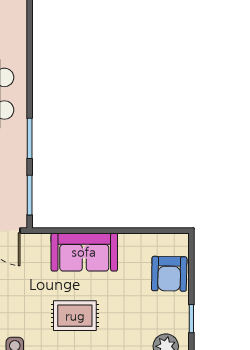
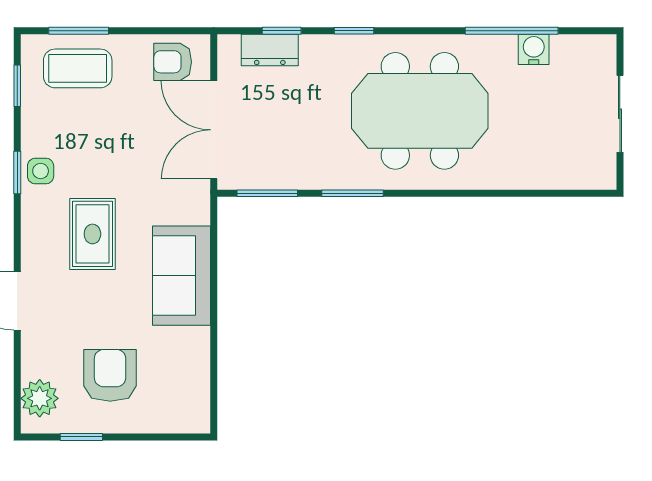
armchair: (169, 274) -> (110, 375), moved, turned 89
rug: (75, 316) -> (92, 234), moved

